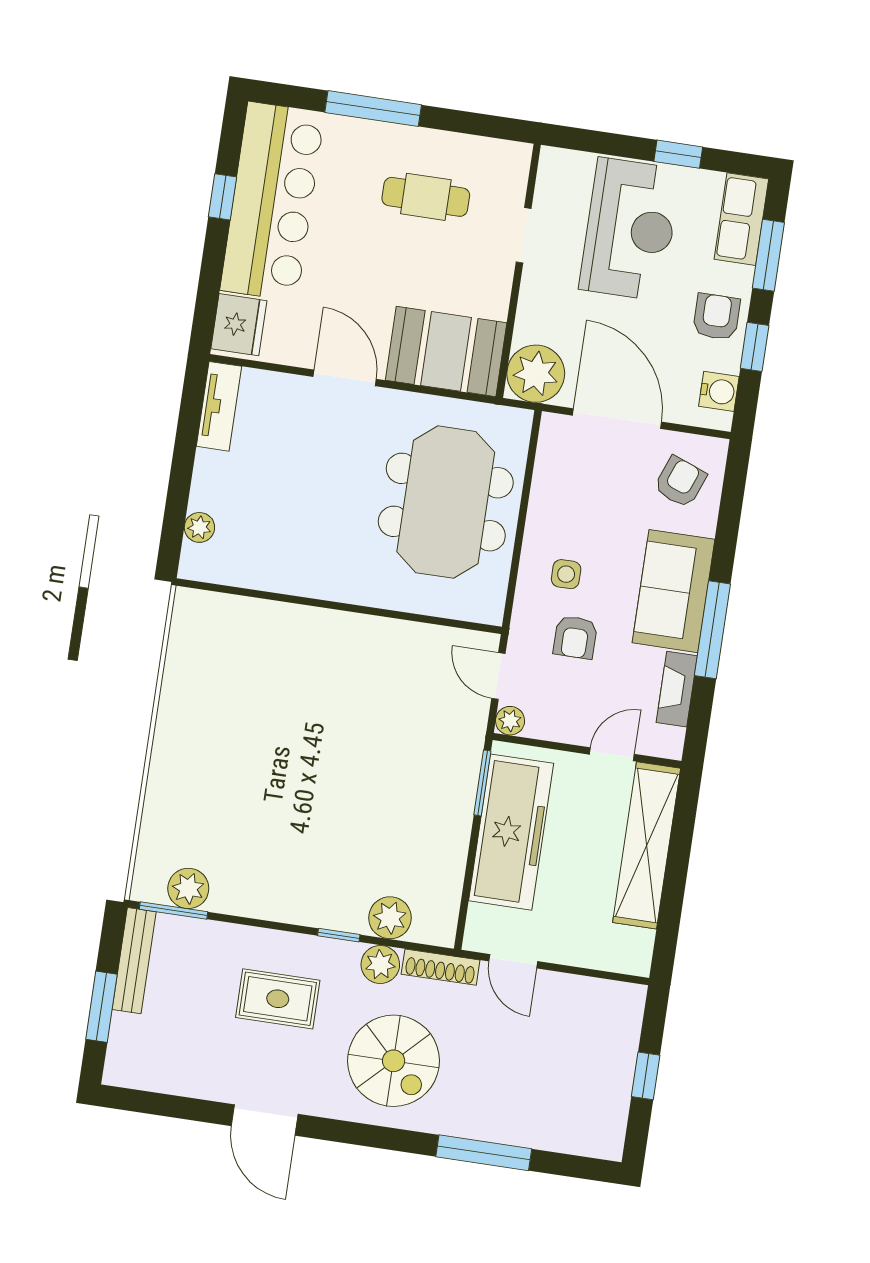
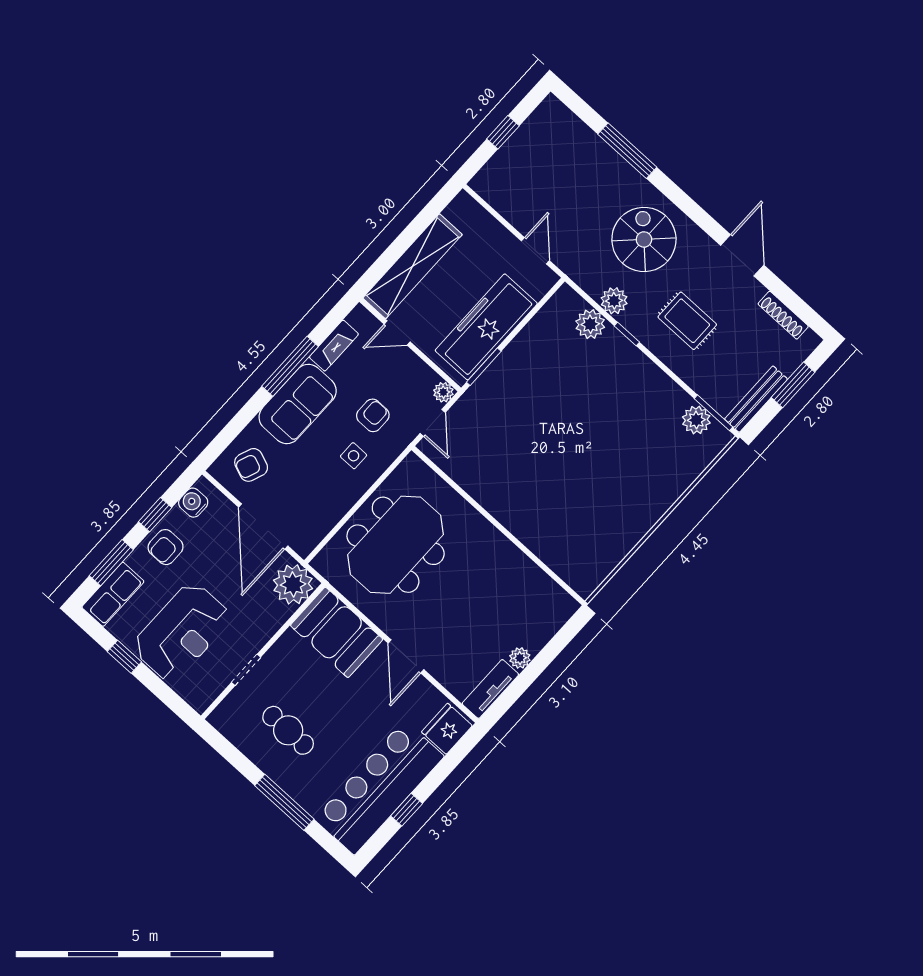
reception desk: (630, 229) -> (182, 632), turned 180
plant: (199, 527) -> (520, 658), moved
shoe rack: (441, 967) -> (783, 315), moved, turned 180

